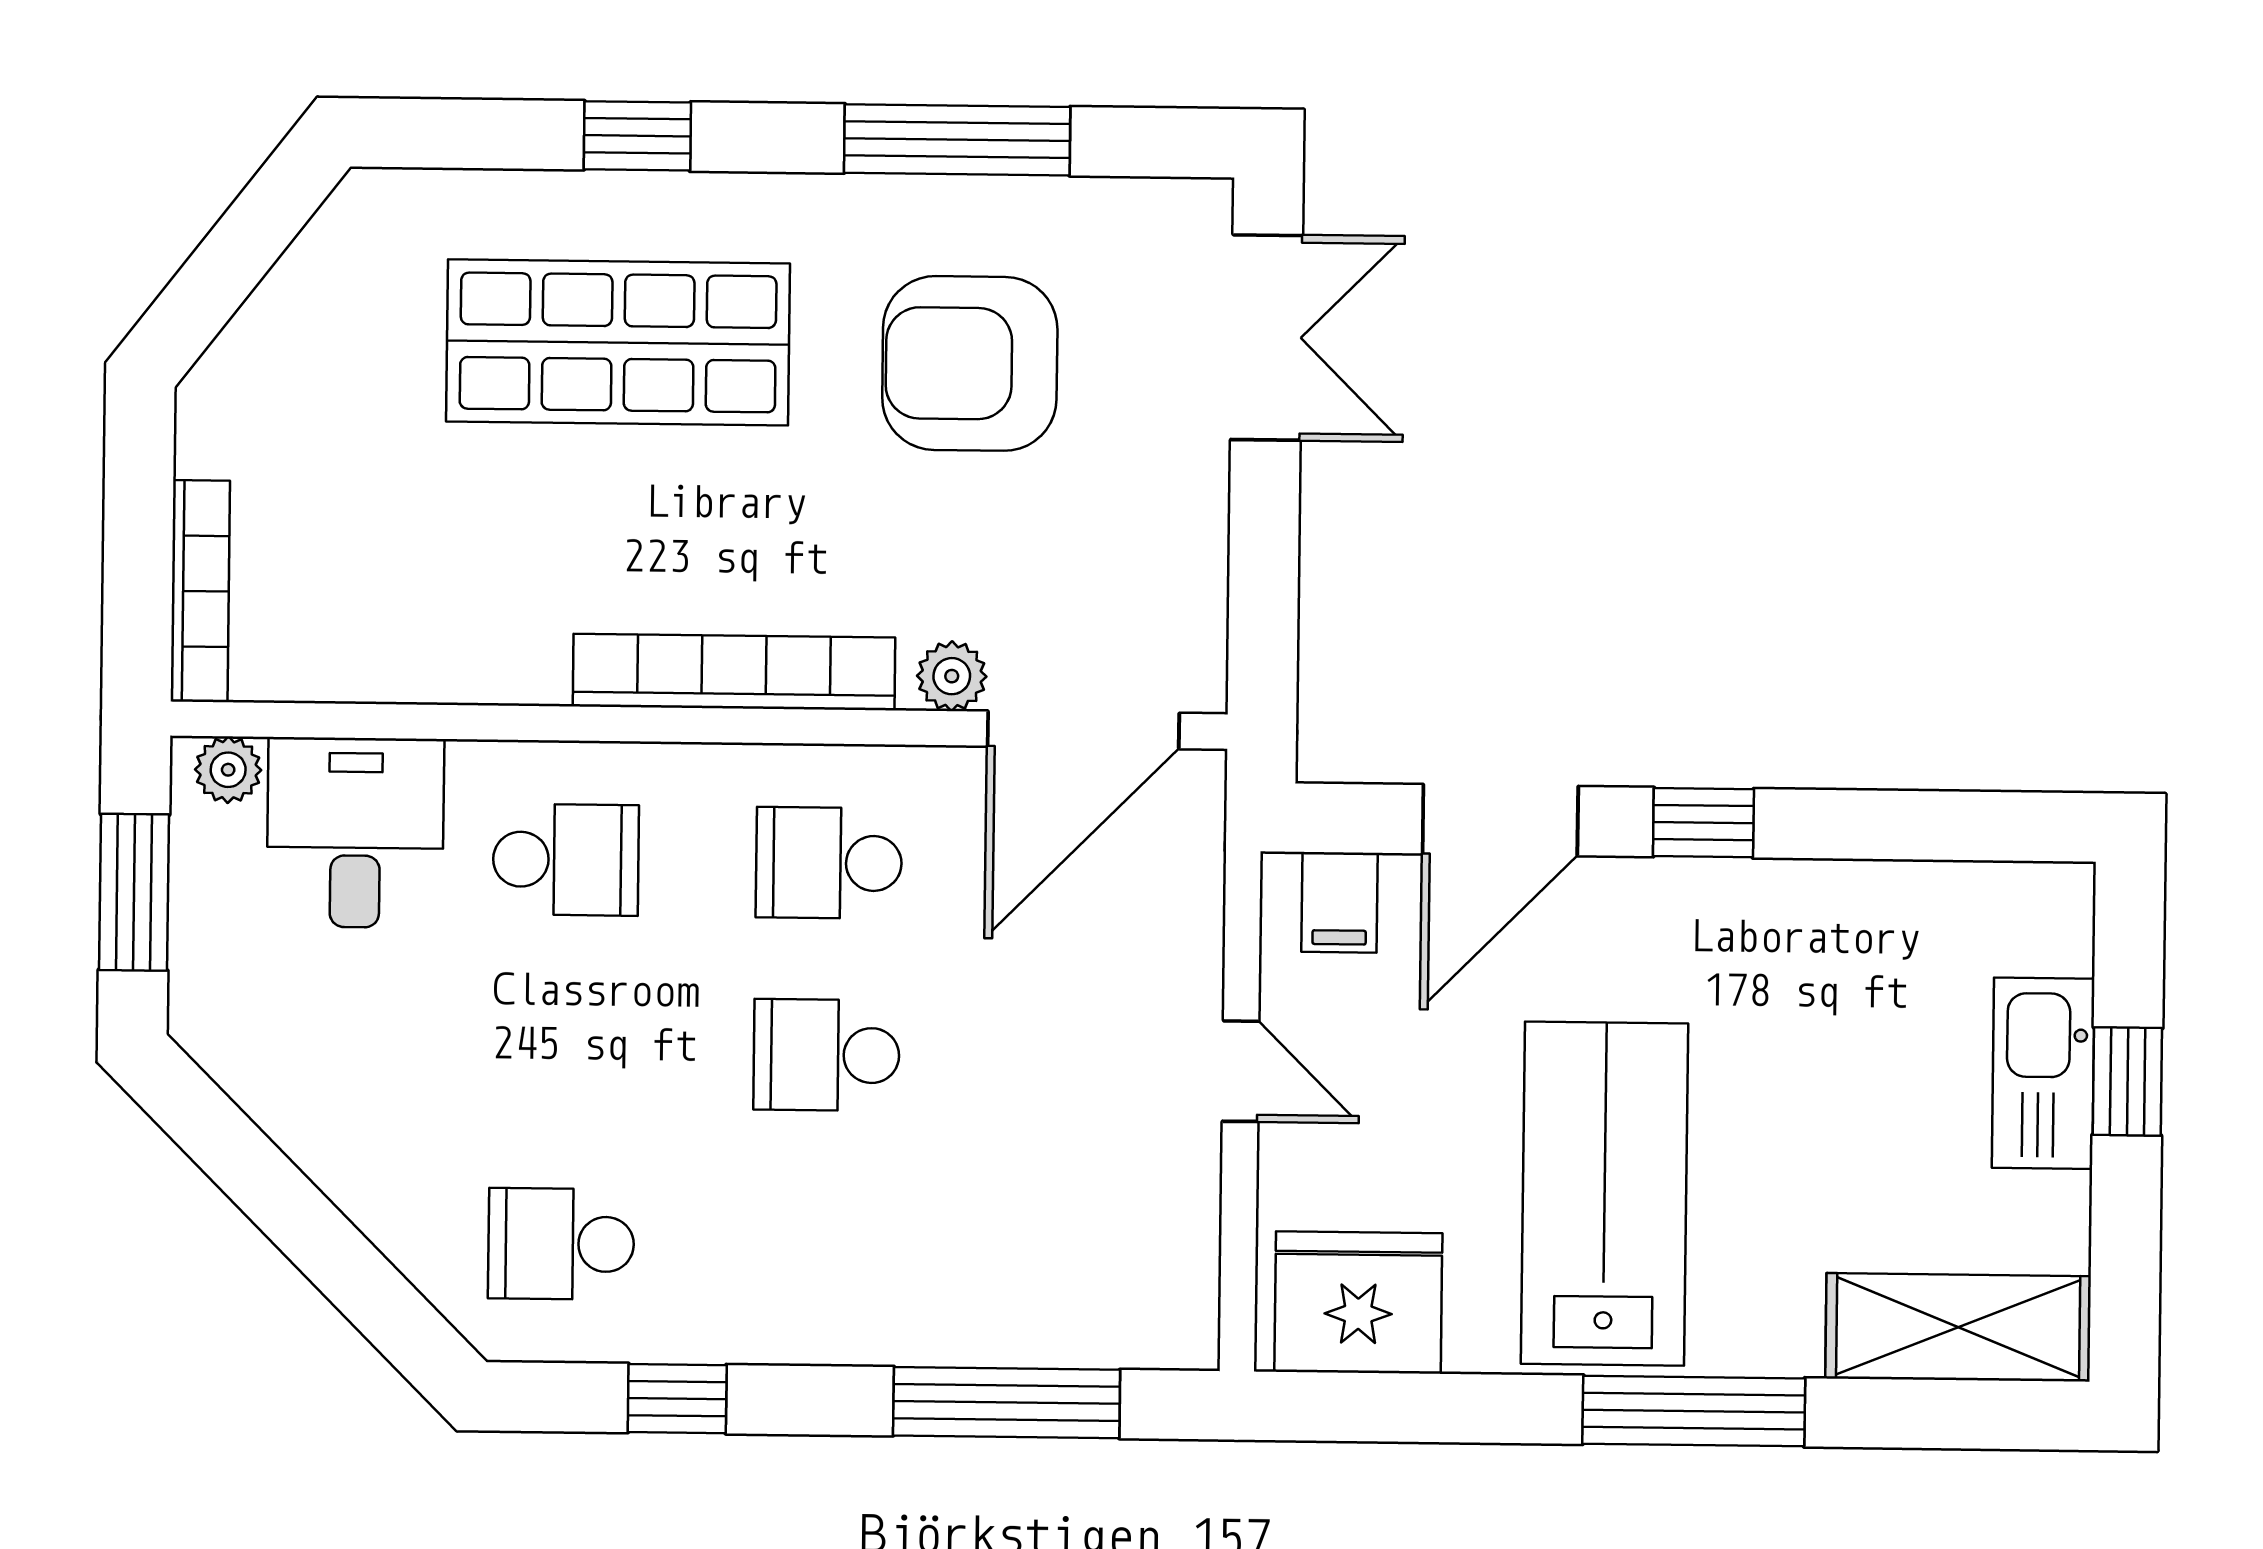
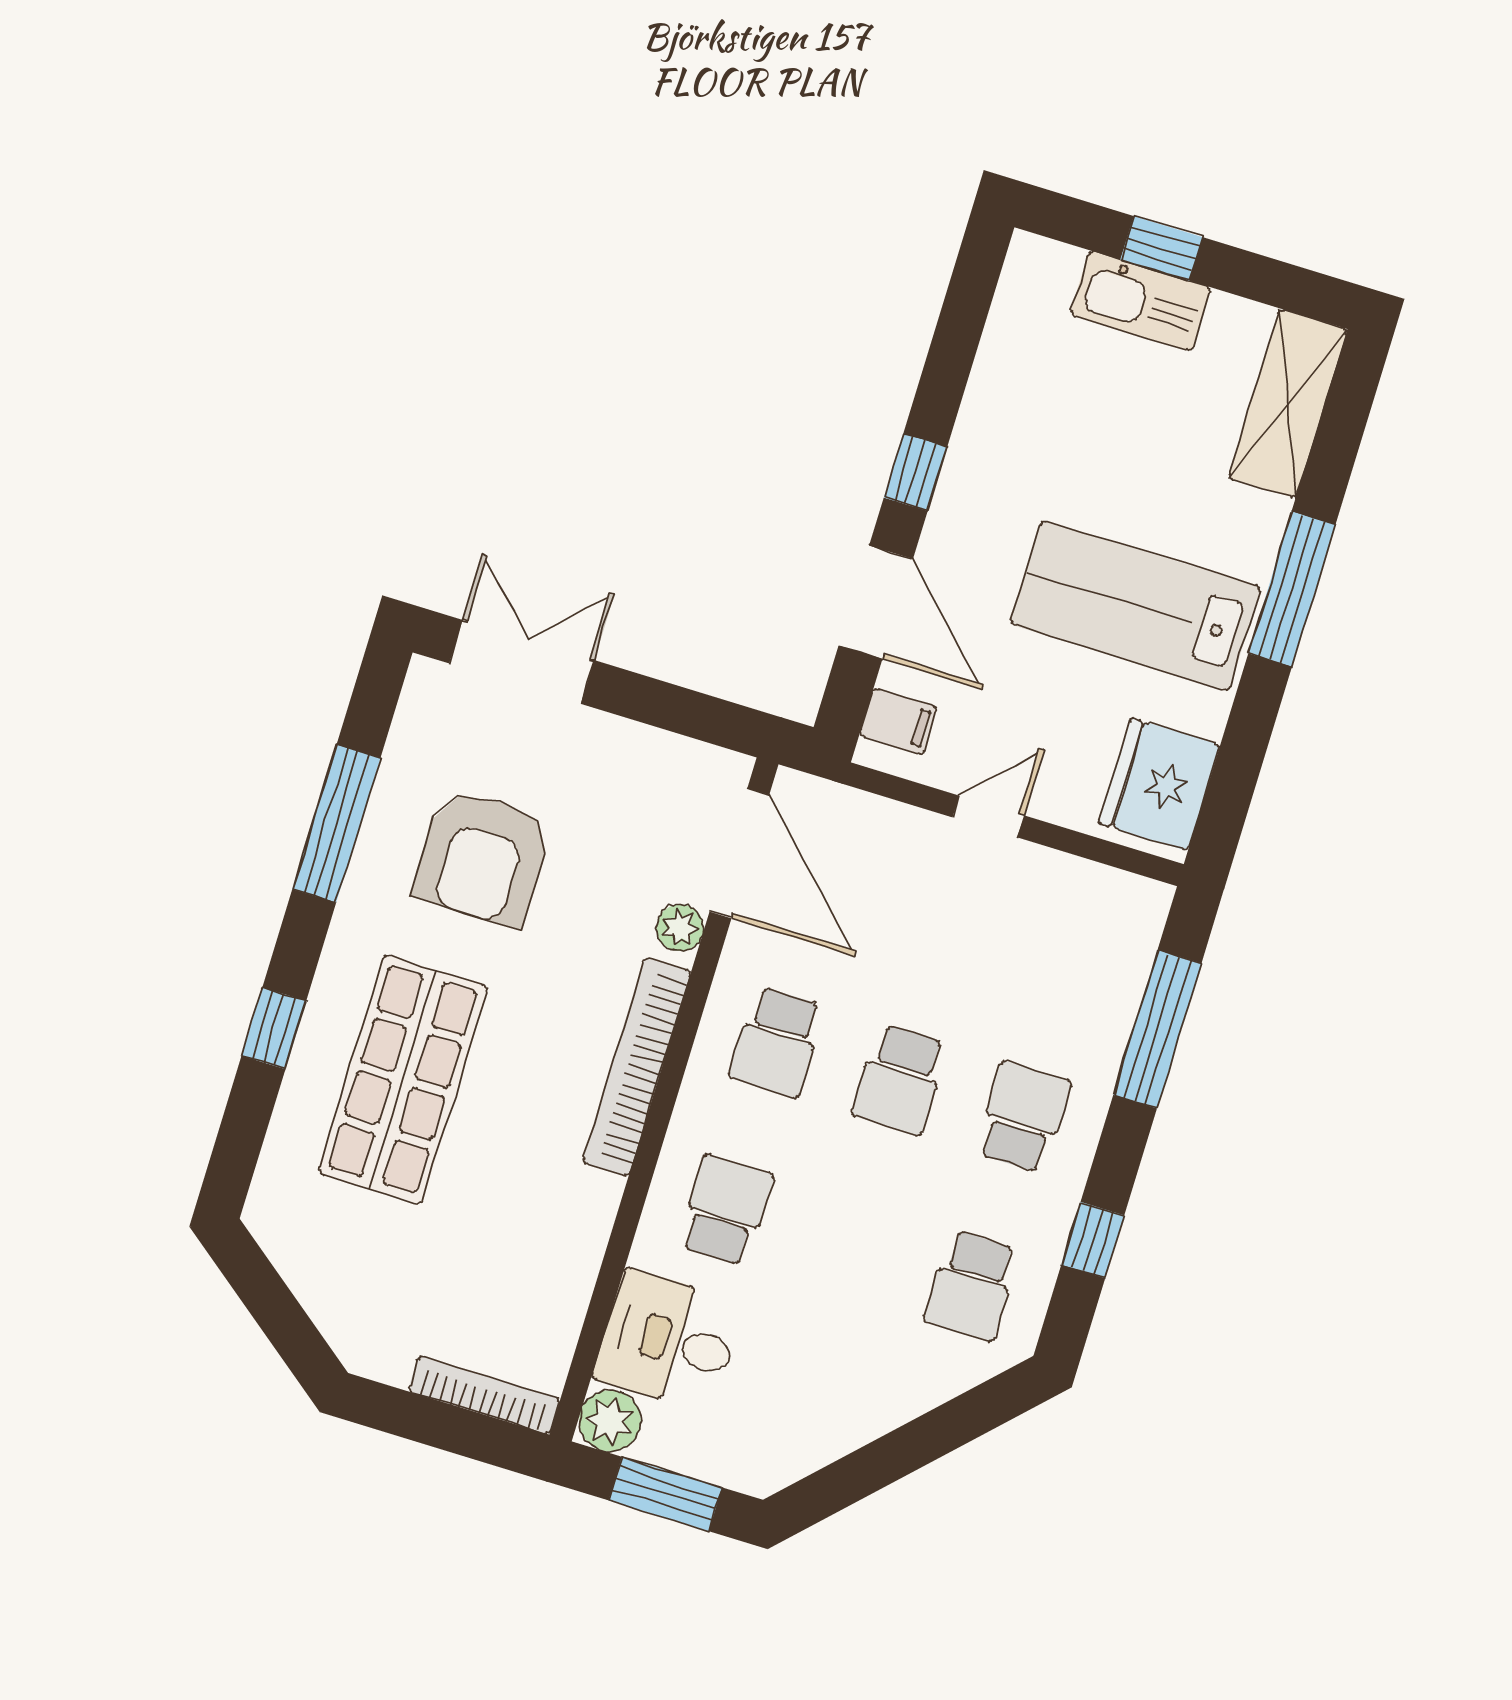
plant: (228, 770) -> (610, 1421), width x1.38, depth x1.38
school desk: (824, 1247) -> (1023, 1117), added

